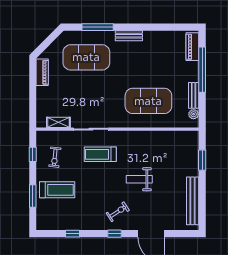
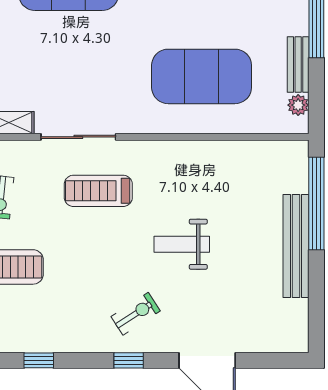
window: (202, 160) -> (316, 203), width x2.11
bench: (193, 201) -> (296, 246), moved

